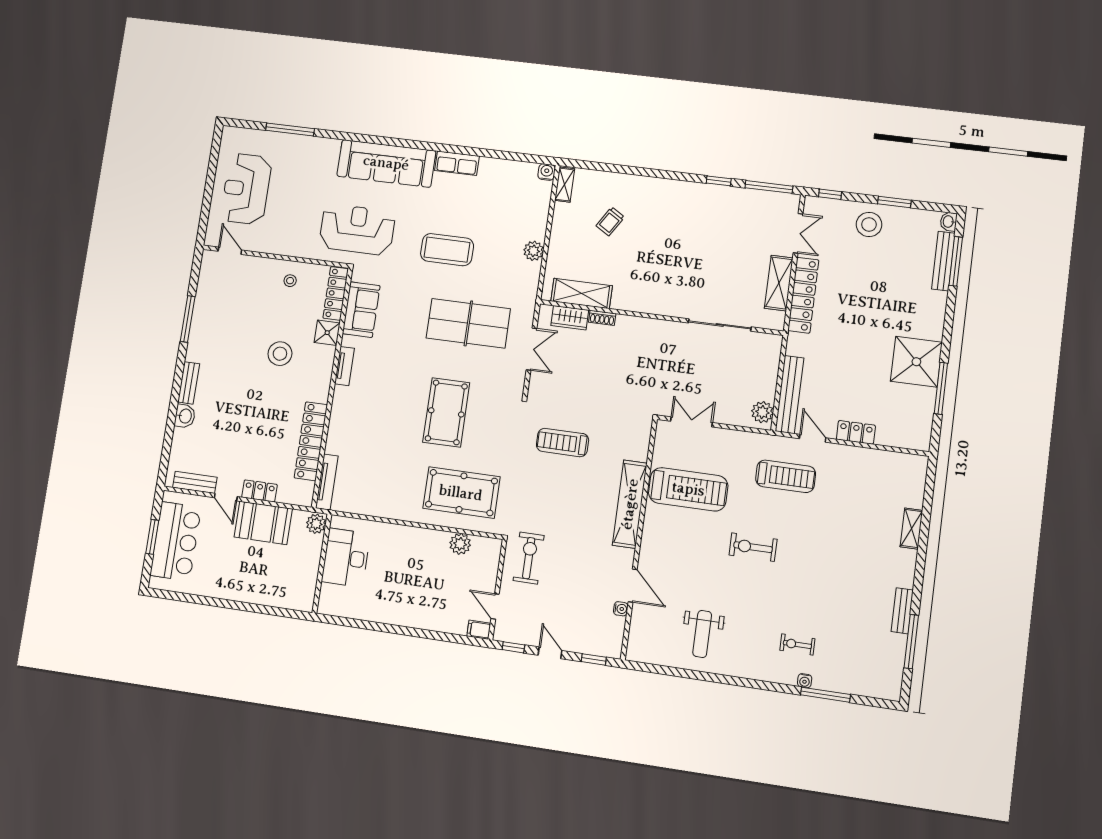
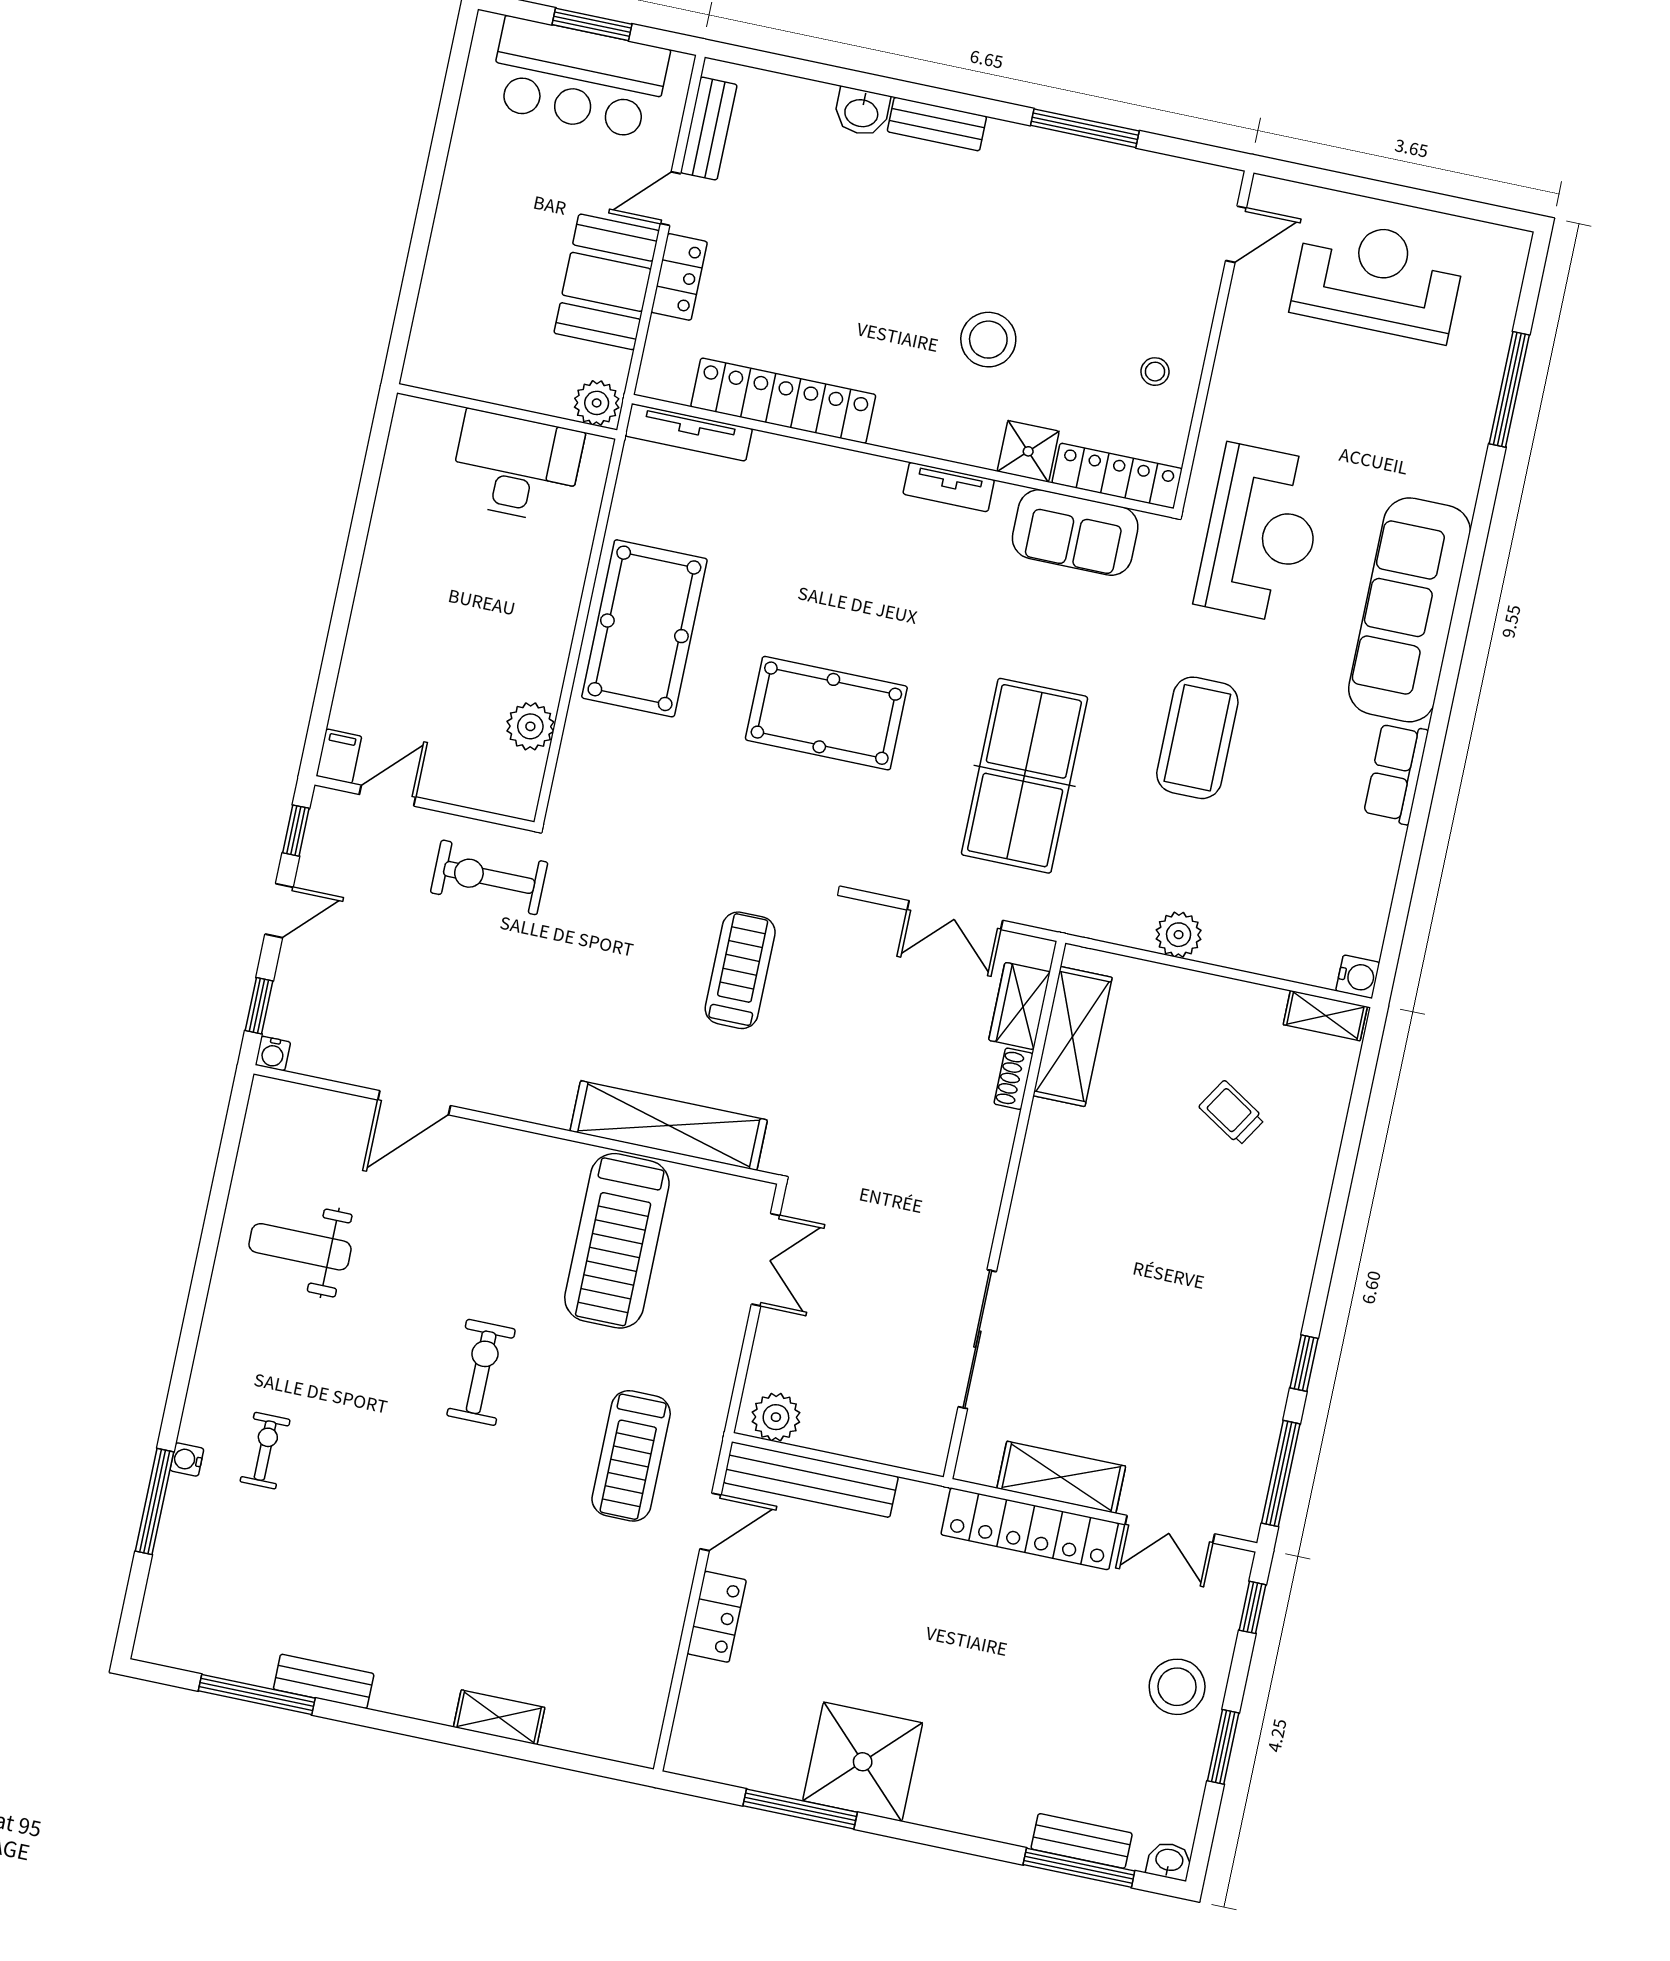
bench: (943, 261) -> (1082, 1841), width x0.73
pool table: (461, 493) -> (644, 628), moved
shelving: (630, 504) -> (669, 1126), moved
exercise bike: (529, 558) -> (489, 877), turned 180
water cooler: (621, 609) -> (273, 1053), moved

